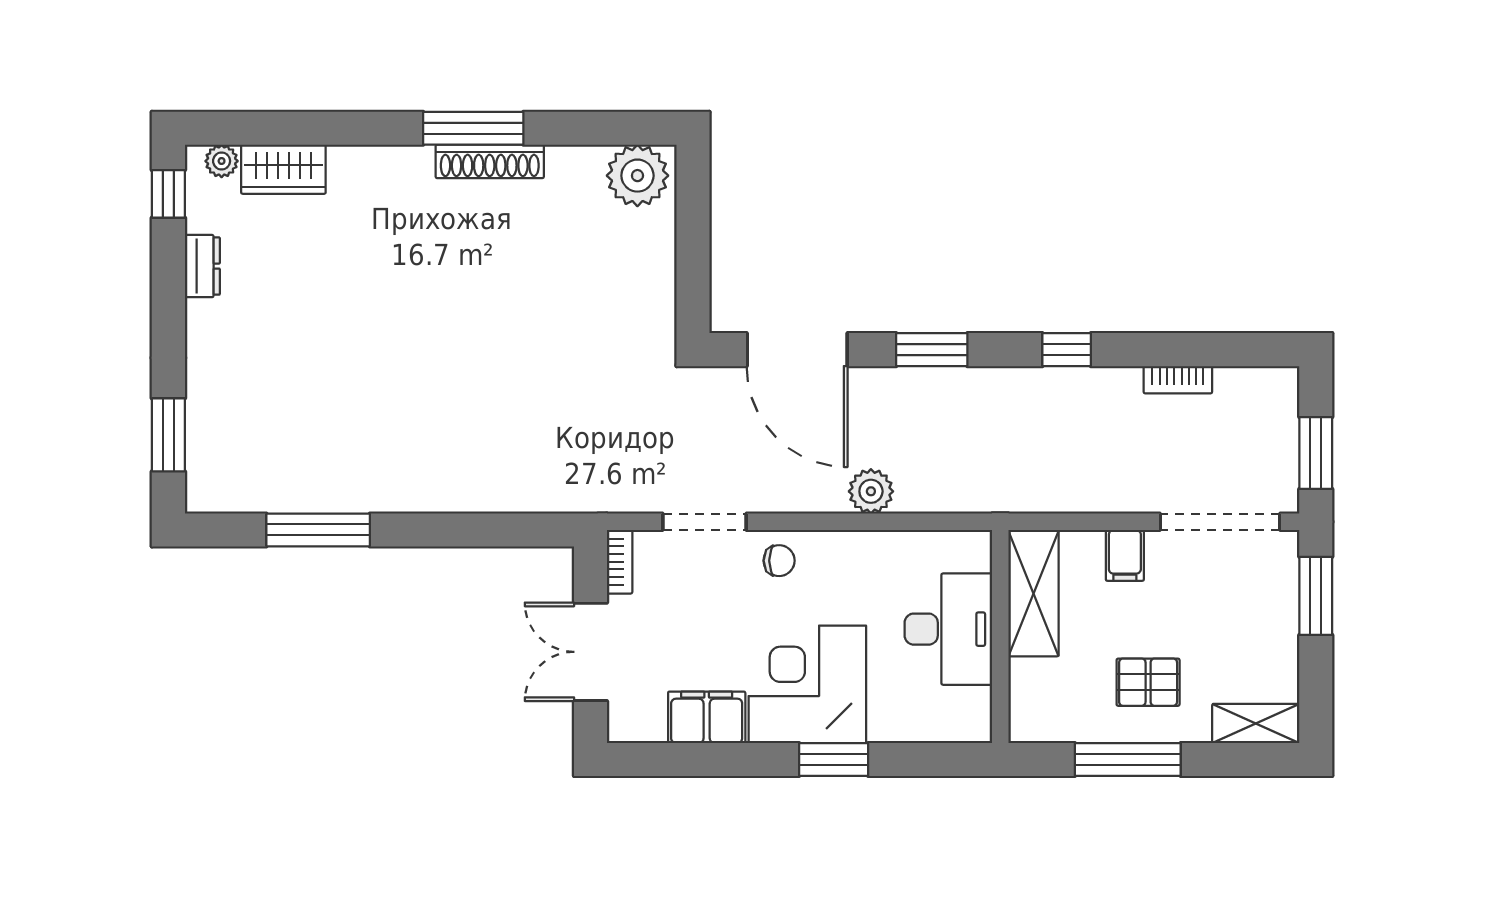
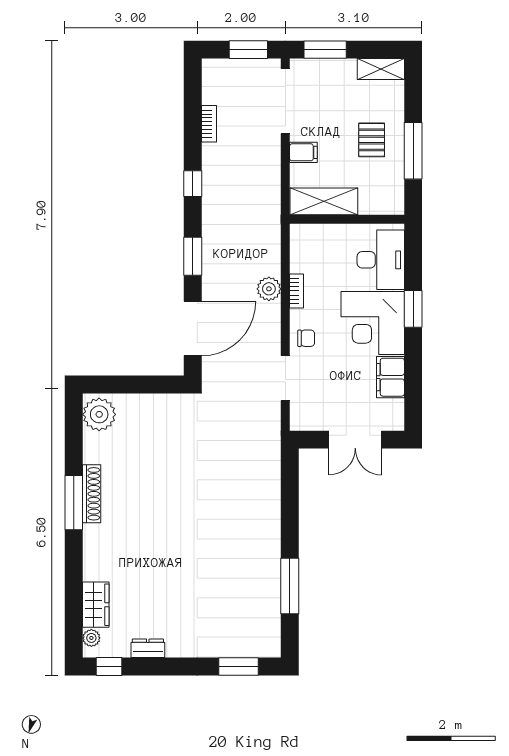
chair: (779, 561) -> (306, 338), turned 90
bookcase: (620, 562) -> (297, 291), moved, turned 90
desk: (948, 629) -> (381, 260), moved, turned 90
shelving: (1256, 723) -> (381, 69), moved, turned 90

